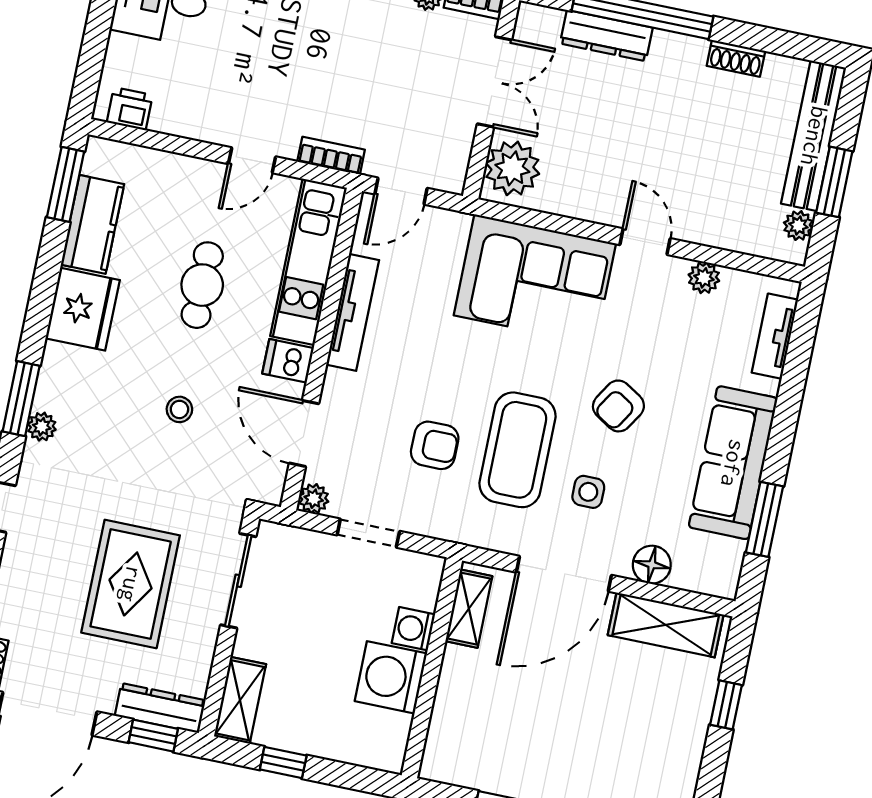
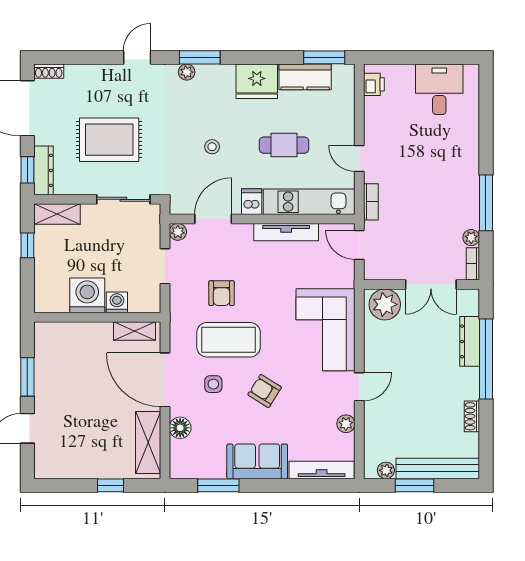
tv unit: (775, 336) -> (322, 470), width x1.41
sofa: (733, 463) -> (257, 461), width x0.73

